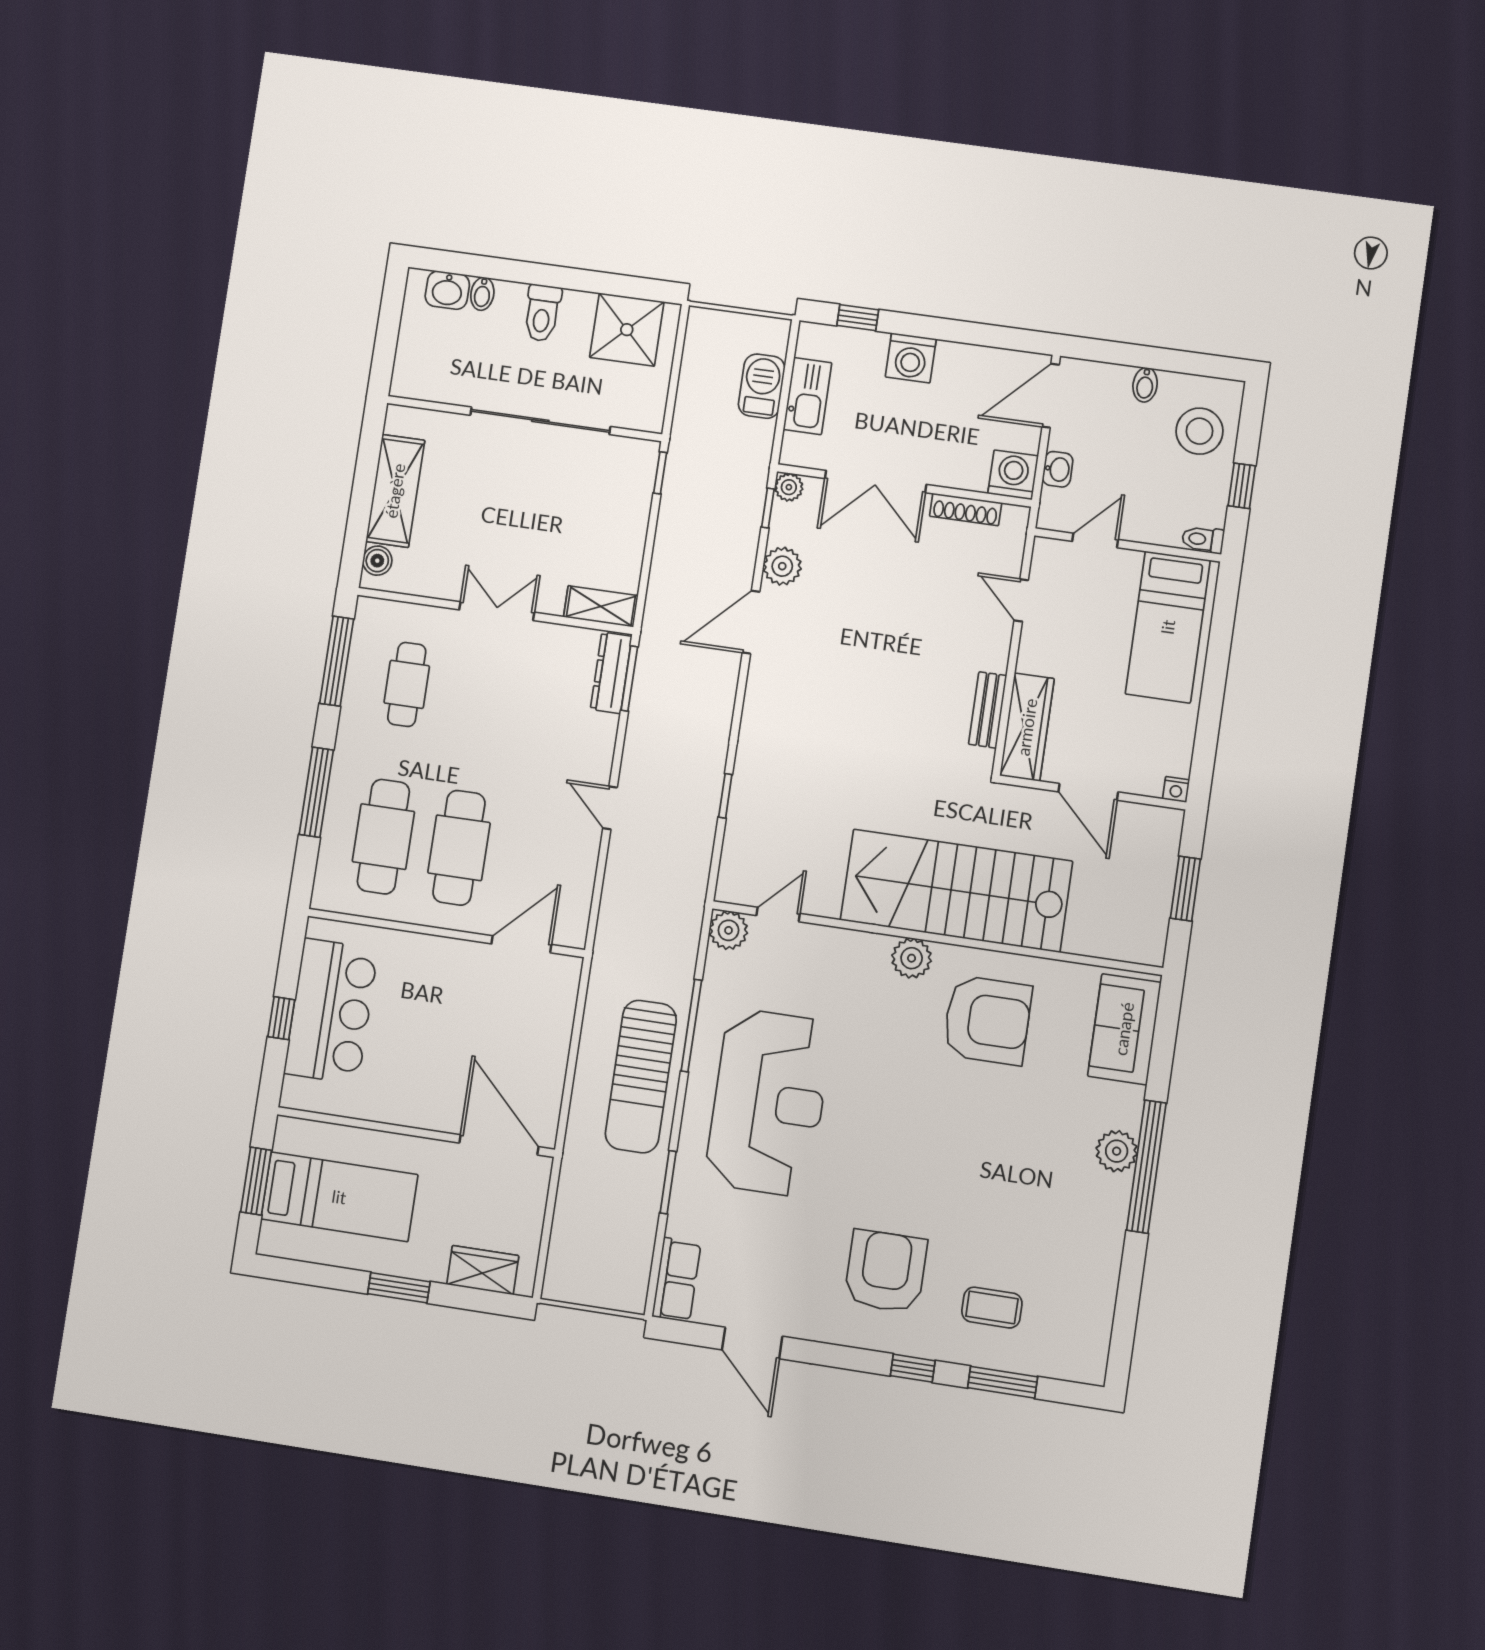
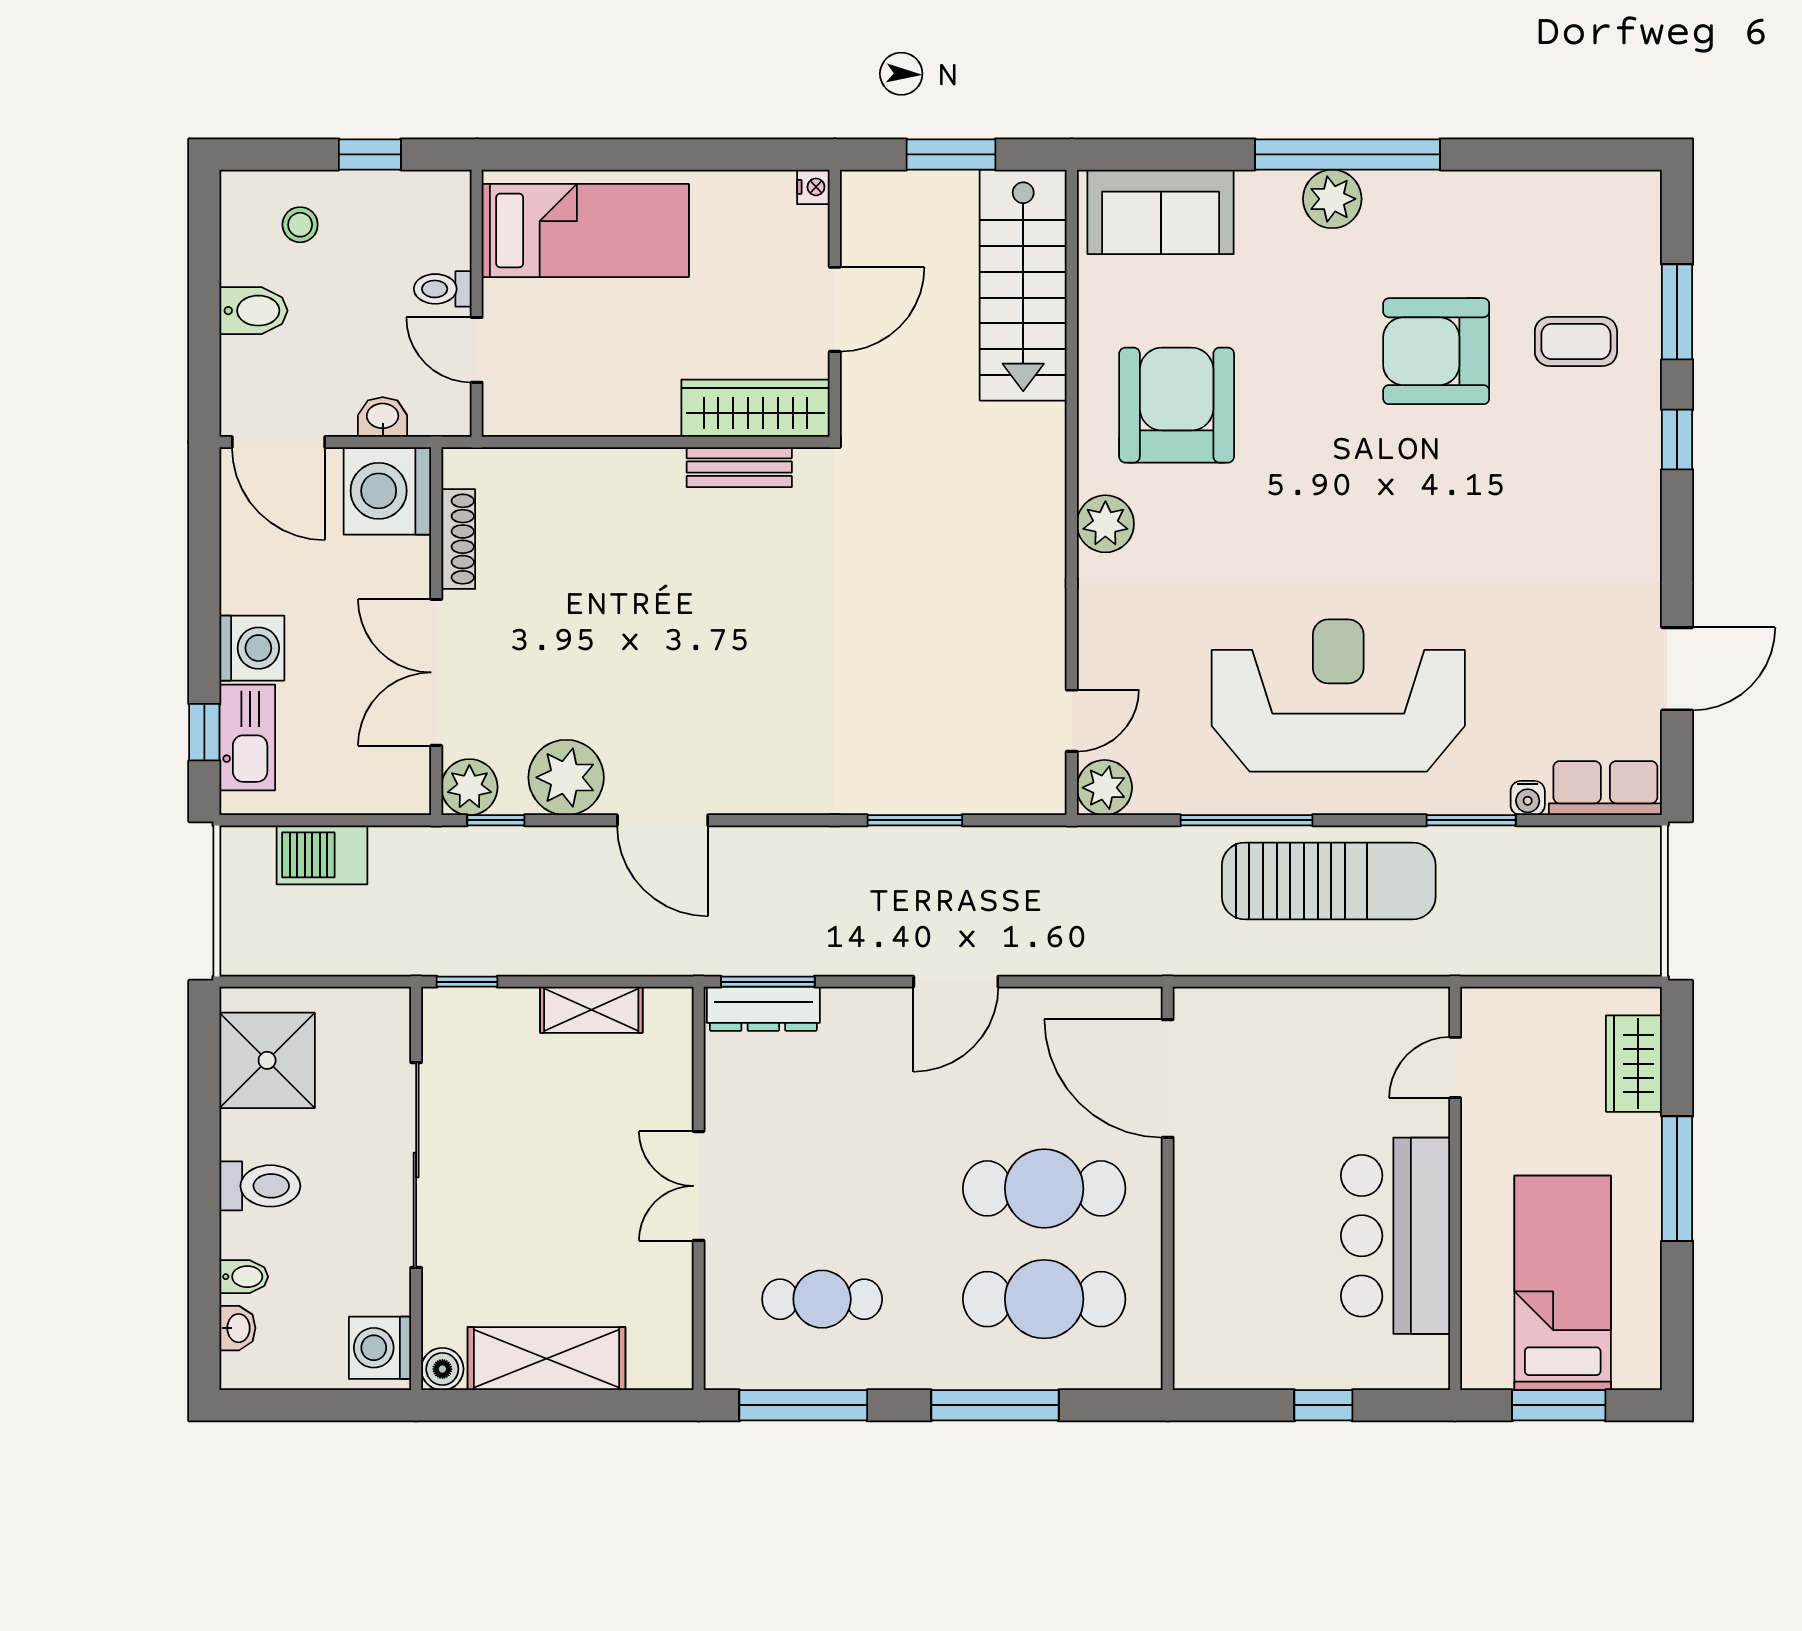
washbasin: (447, 290) -> (237, 1328), width x0.72, depth x0.69
washing machine: (420, 379) -> (380, 1348), added
bidet: (1145, 385) -> (253, 311), width x1.38, depth x1.36
kitchen sink: (807, 396) -> (247, 737), moved, turned 90
stool: (1199, 431) -> (300, 225), width x0.53, depth x0.53
washing machine: (1013, 475) -> (387, 491), width x1.37, depth x1.37
double door: (876, 482) -> (436, 672), swing flipped
plant: (789, 487) -> (469, 787), width x1.38, depth x1.38
toilet: (1203, 539) -> (443, 289), moved, turned 90
boiler: (377, 561) -> (442, 1369), moved
plant: (782, 566) -> (566, 777), width x1.36, depth x1.36
door: (1021, 600) -> (577, 442), removed
shelving: (601, 606) -> (591, 1010), moved, turned 90
window: (725, 796) -> (915, 820), width x1.50
door: (610, 808) -> (956, 982), width x1.38
stairs: (956, 891) -> (1023, 285), moved, width x0.73, depth x0.66
door: (778, 915) -> (1072, 721), swing flipped
door: (521, 944) -> (1168, 1078), width x1.36
bar counter: (331, 1011) -> (1395, 1236), moved, turned -90
door: (499, 1145) -> (1455, 1067), width x0.53
water cooler: (678, 1224) -> (1528, 798), added
armchair: (886, 1271) -> (1436, 351), moved
window: (399, 1288) -> (1677, 1179), width x1.44
coffee table: (992, 1308) -> (1576, 341), turned 90

